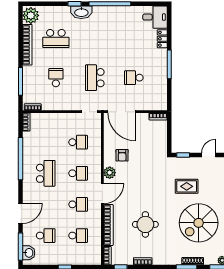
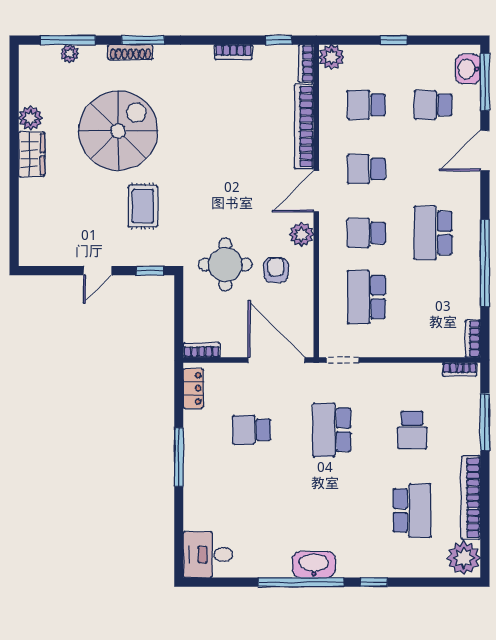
washbasin: (81, 12) -> (314, 565), moved
school desk: (56, 39) -> (412, 510), turned 90
locker: (162, 39) -> (193, 388), moved
school desk: (95, 78) -> (332, 430), turned 180
school desk: (134, 78) -> (252, 430), turned 180
school desk: (78, 142) -> (366, 297), width x1.85
rug: (187, 186) -> (143, 206), turned 90
round table: (145, 224) -> (225, 265), moved
plant: (95, 259) -> (331, 57), added

